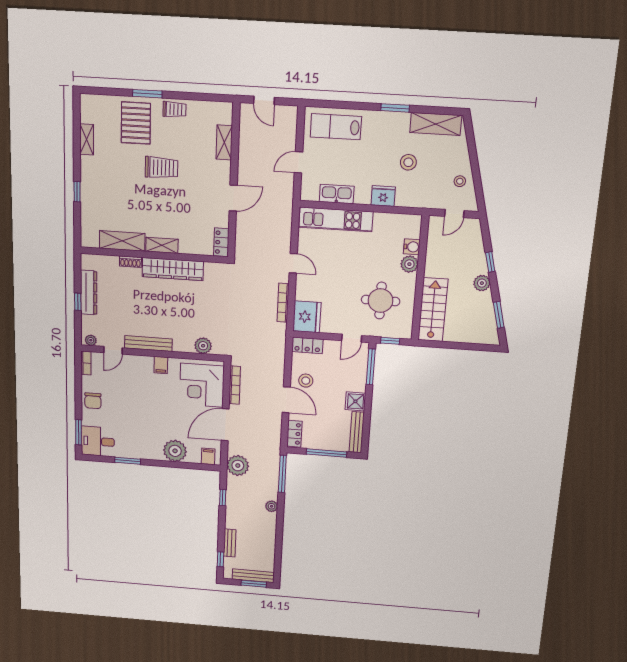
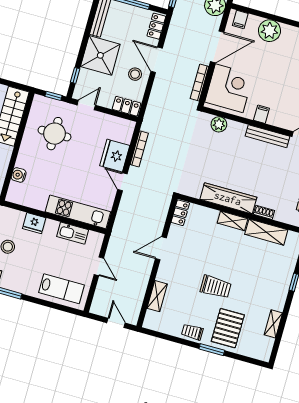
door: (298, 162) -> (99, 266), hinge flipped
trolley: (161, 168) -> (216, 287), turned 180
plant: (409, 264) -> (24, 160), removed
fridge: (307, 317) -> (115, 156), moved
window: (371, 367) -> (75, 75), width x0.46
shower: (355, 401) -> (100, 55), width x1.86, depth x1.86

